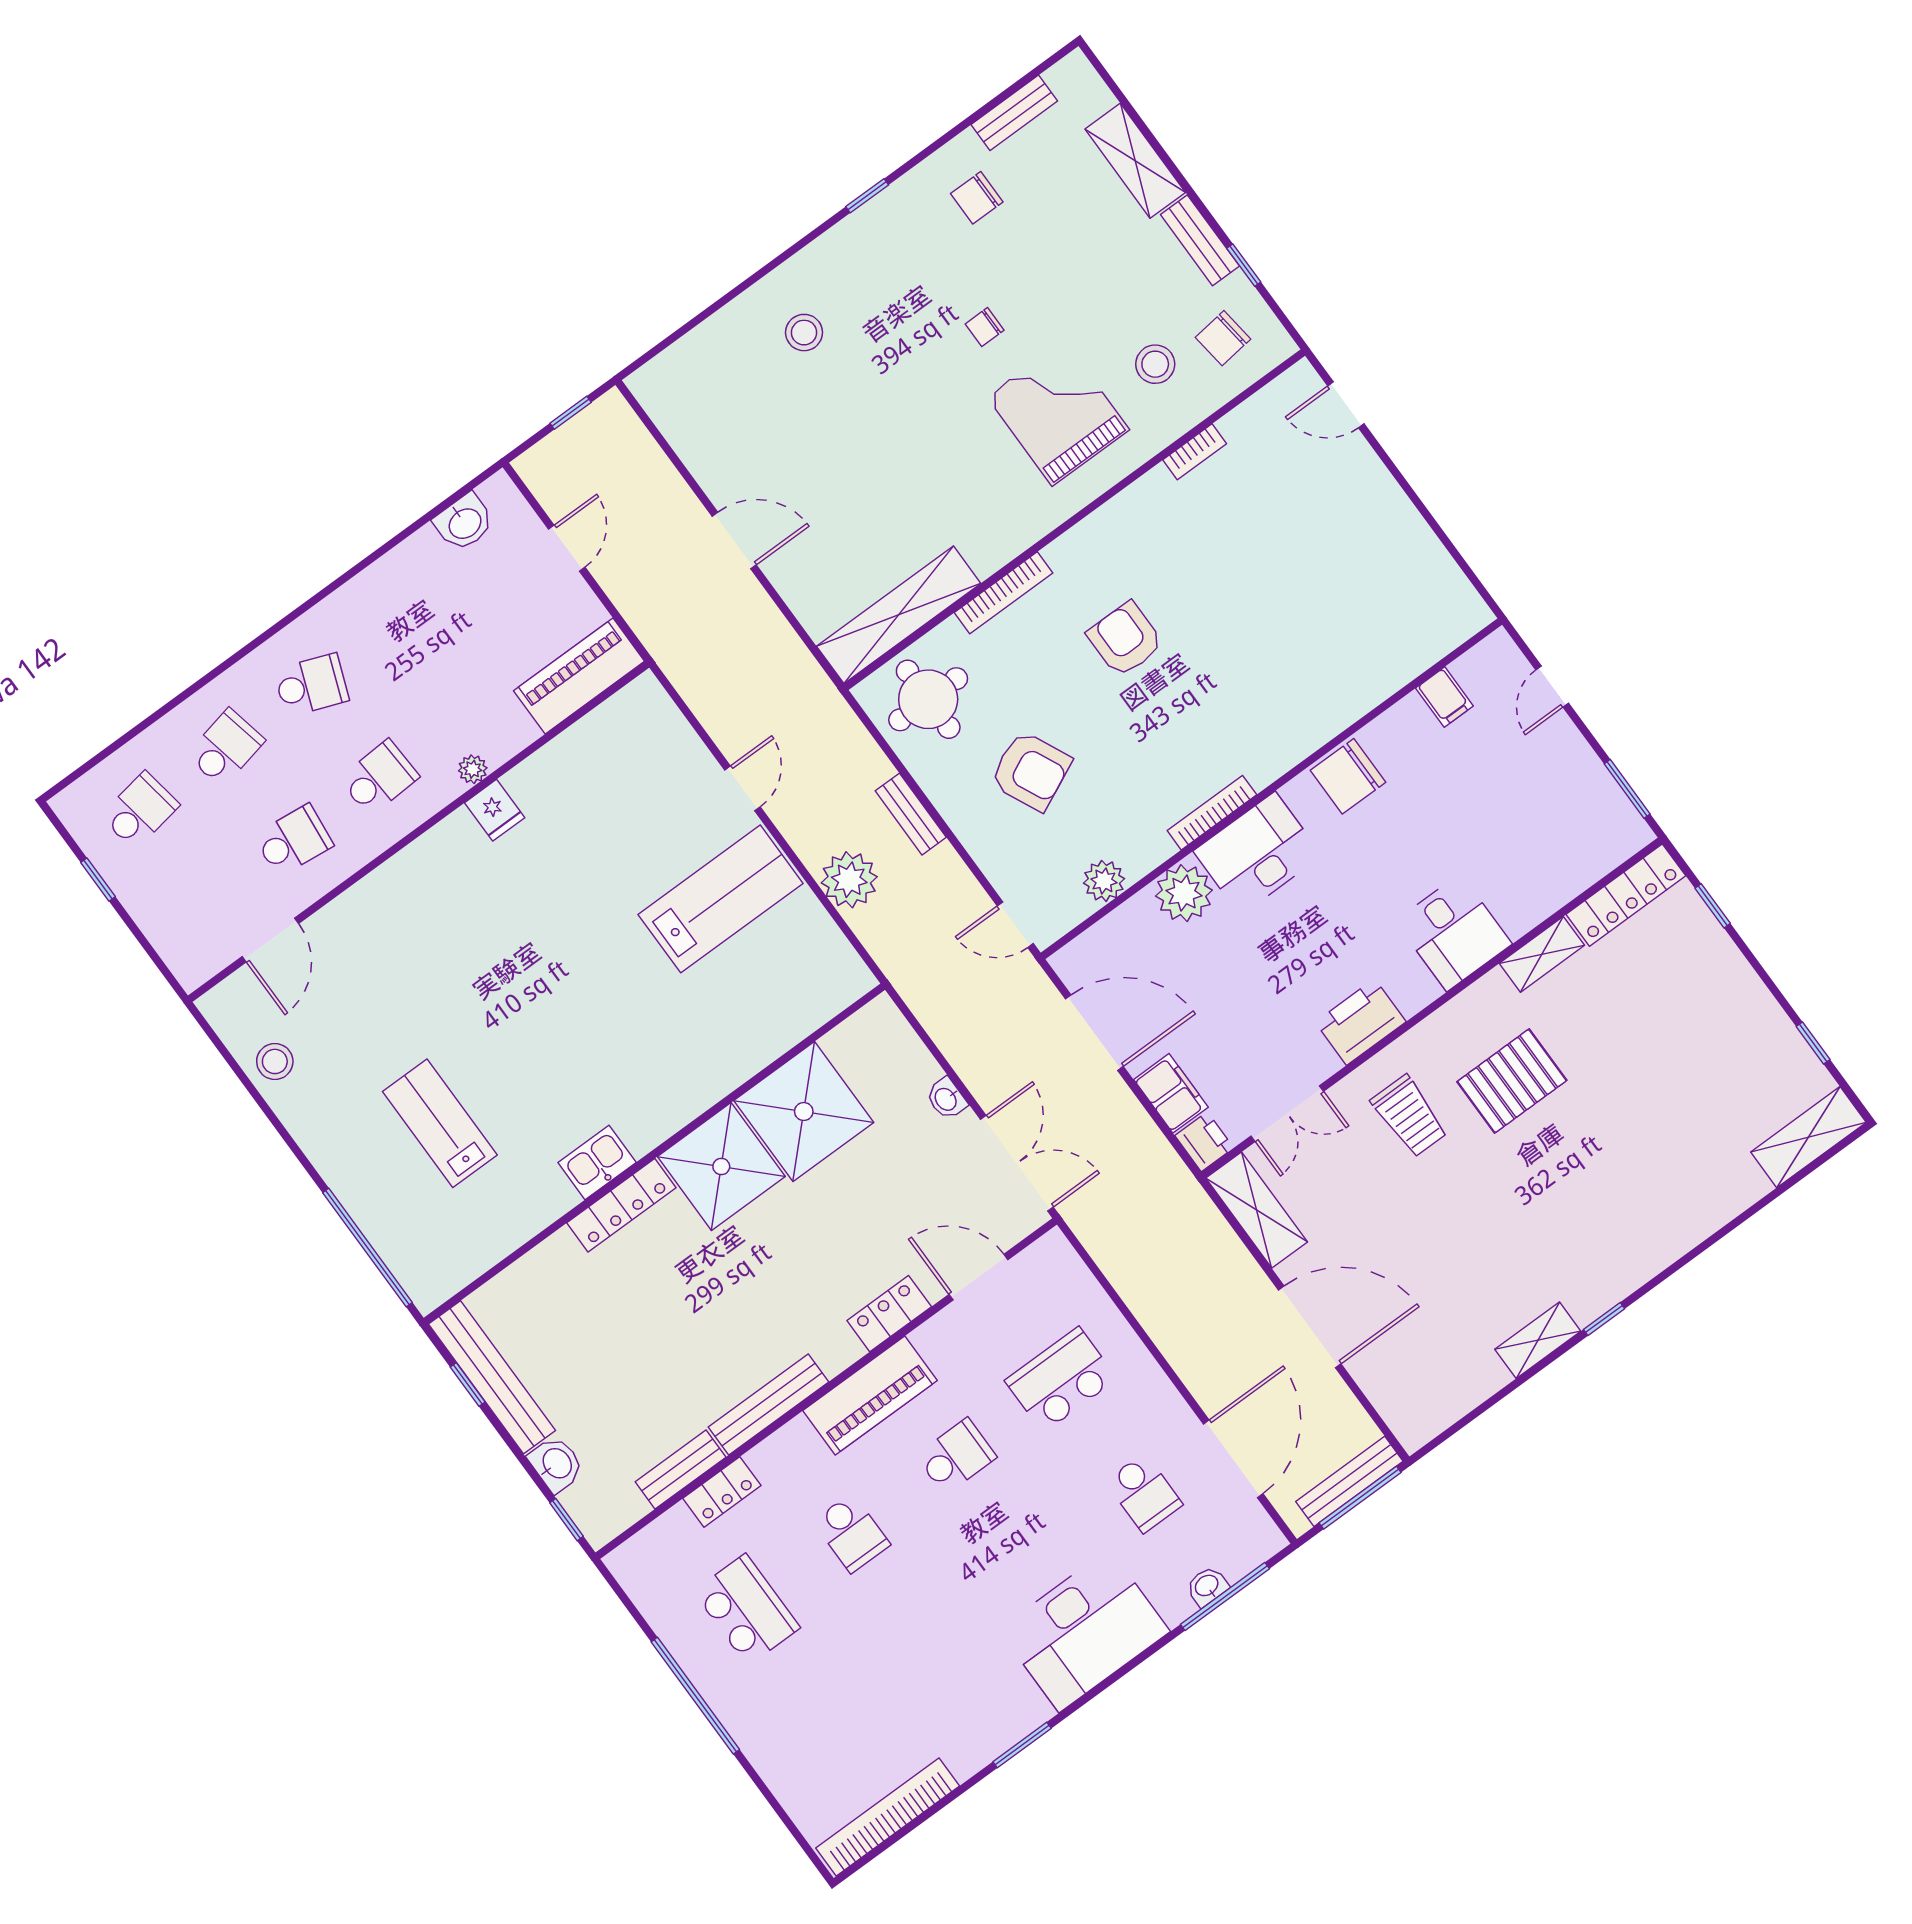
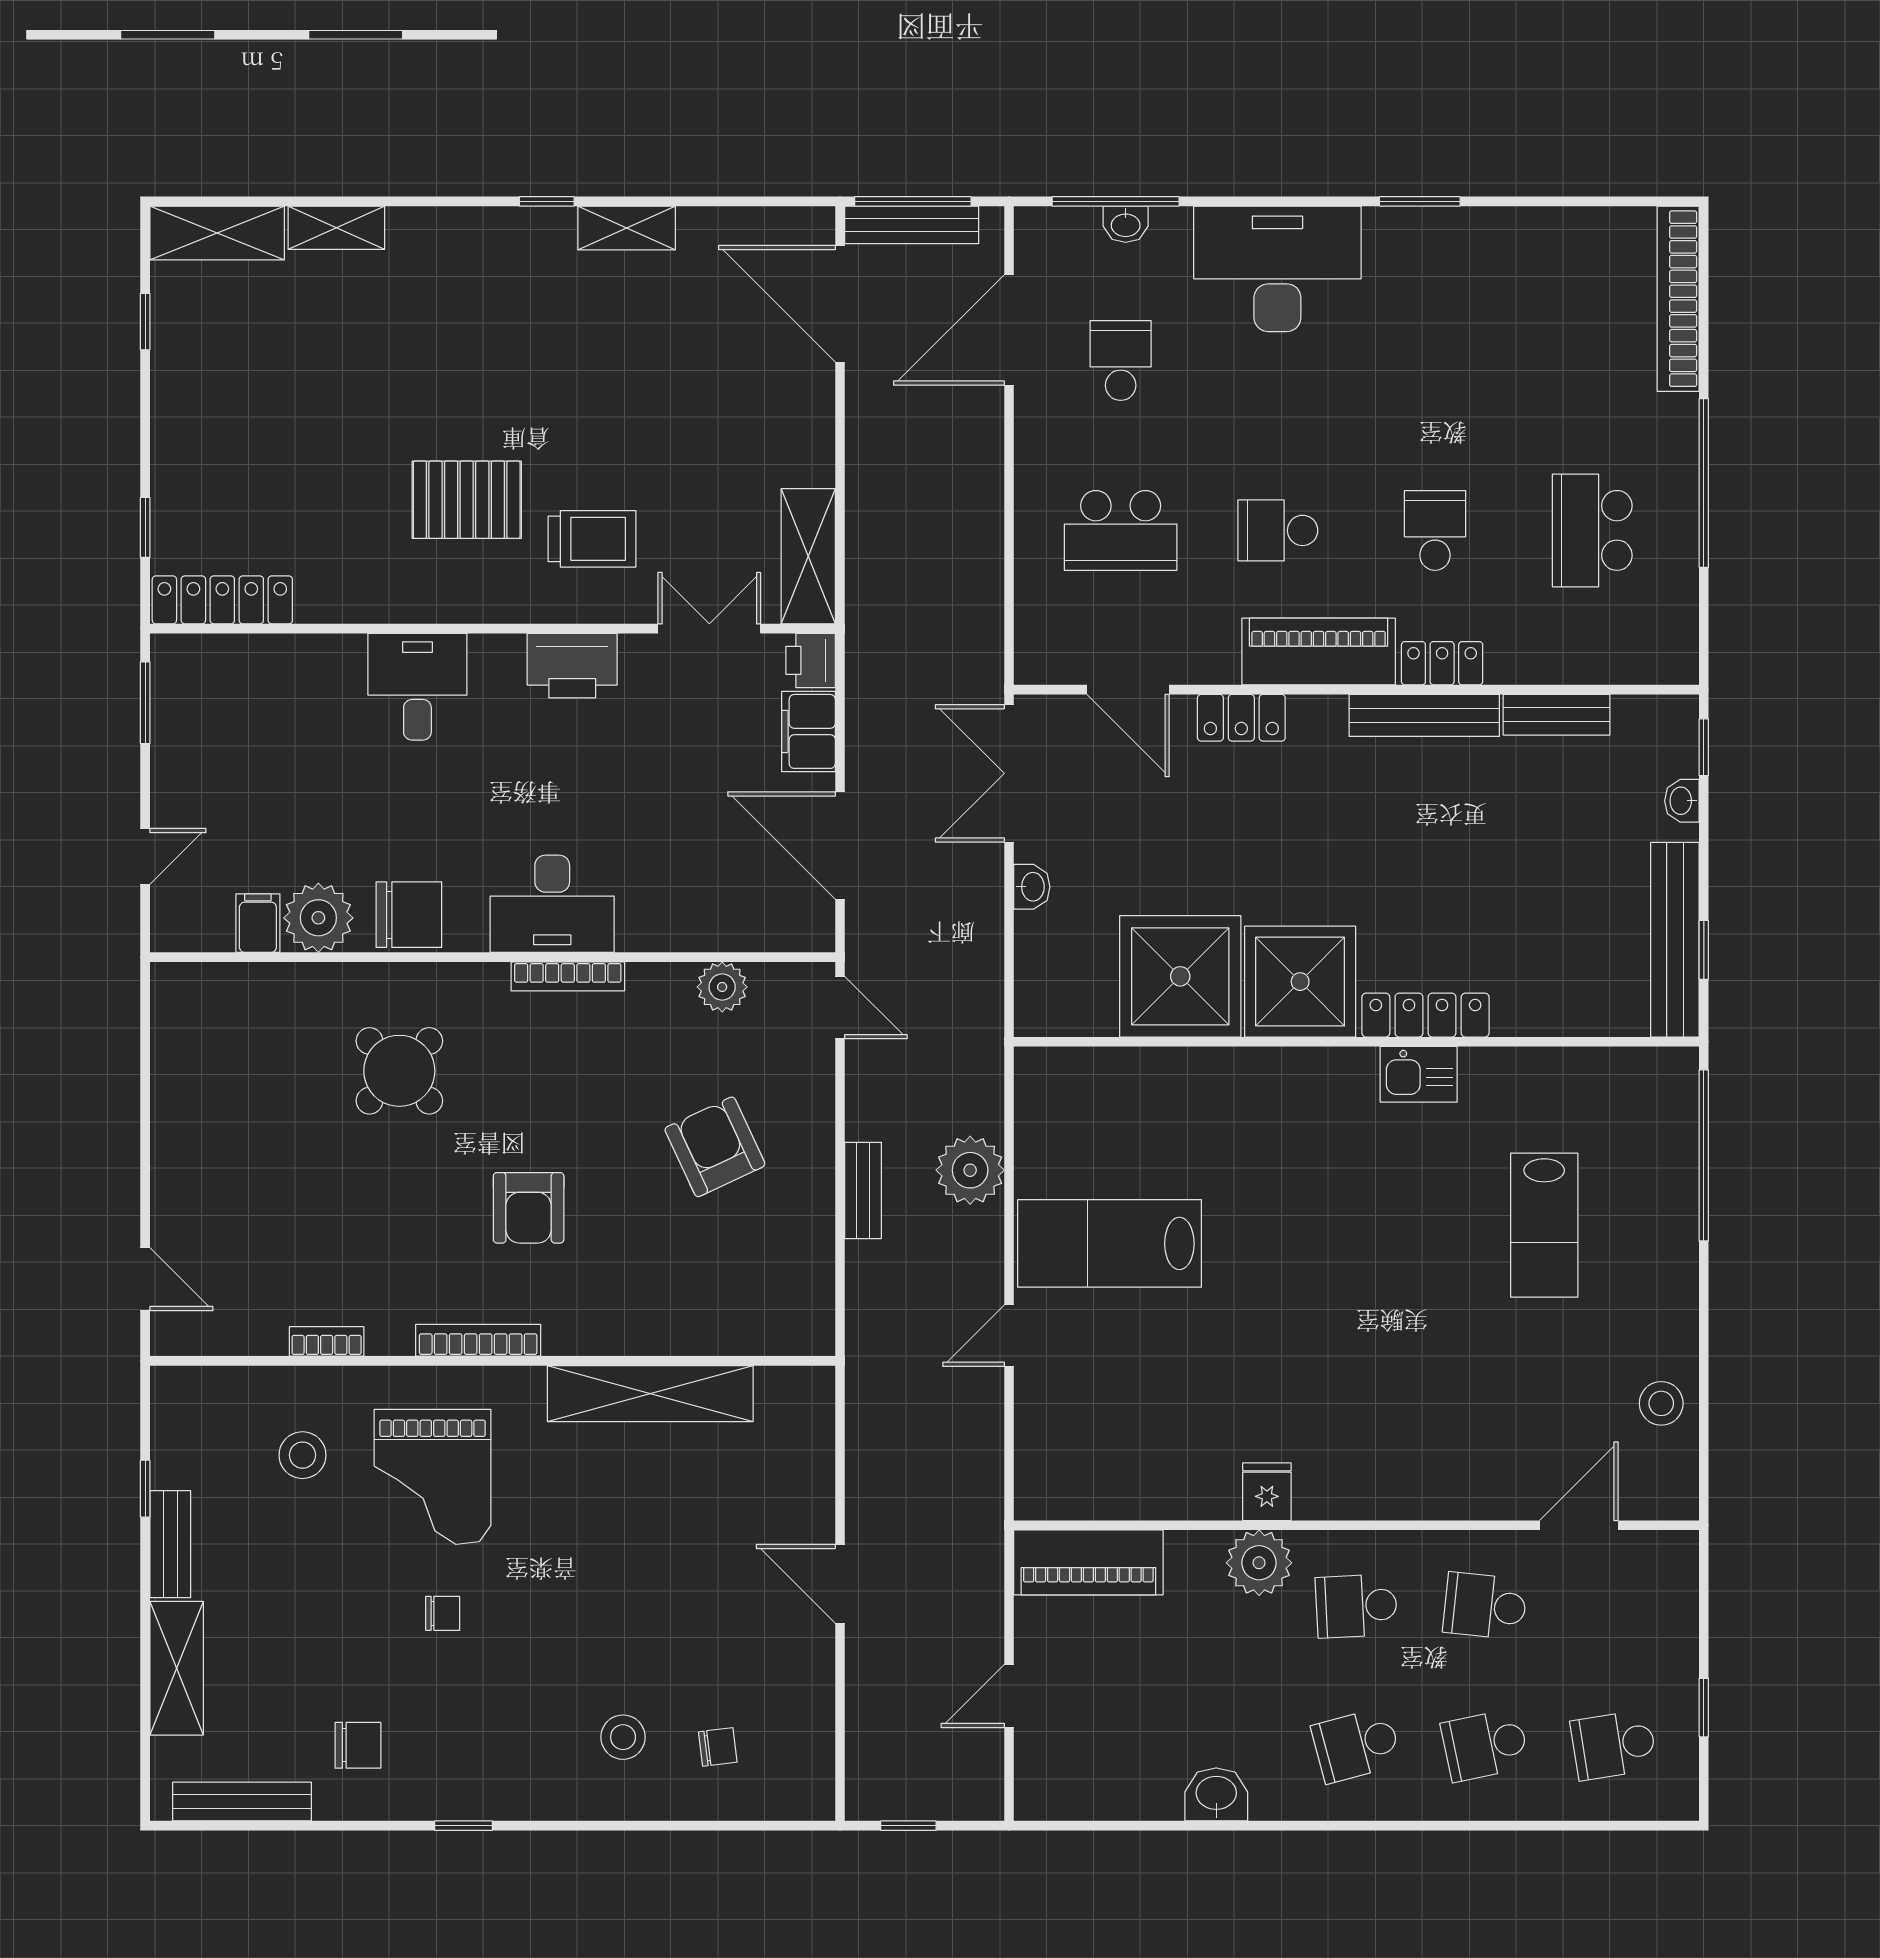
bench: (1014, 113) -> (242, 1802), width x1.36
chair: (1223, 338) -> (718, 1747), moved, width x0.73, depth x0.73
washbasin: (464, 523) -> (1216, 1794), moved
bookcase: (1004, 593) -> (478, 1340), moved
shelving: (899, 615) -> (650, 1394), moved
school desk: (311, 685) -> (1356, 1745), turned -36
round table: (928, 699) -> (399, 1071), moved, turned 45
plant: (473, 769) -> (1259, 1563), width x1.87, depth x1.87
plant: (1184, 893) -> (318, 918), moved
shelving: (1542, 954) -> (336, 228), moved
trolley: (1409, 1116) -> (592, 539), turned 90
door: (1310, 1327) -> (840, 304), moved
washbasin: (556, 1464) -> (1682, 801), width x0.72, depth x0.69
locker: (722, 1492) -> (1442, 663), moved
bookcase: (888, 1817) -> (1678, 299), moved, turned 90

